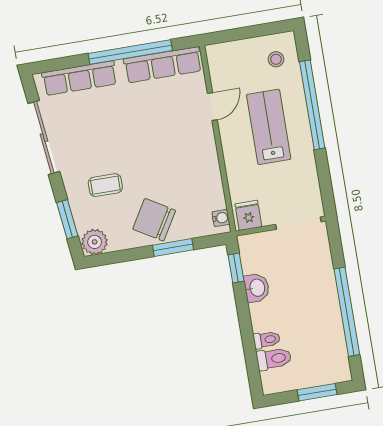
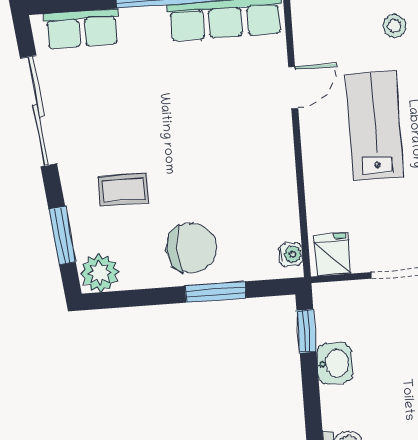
row of seats: (80, 78) -> (82, 29), width x0.68
chair: (154, 220) -> (191, 248), turned 149

